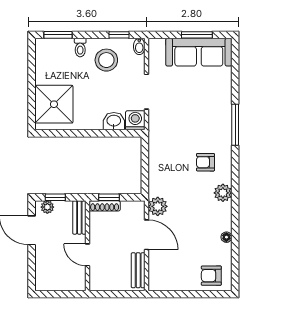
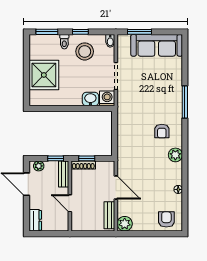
window: (119, 35) -> (80, 32), moved
window: (197, 35) -> (140, 32), moved
shower: (54, 104) -> (44, 75), moved
armchair: (205, 162) -> (162, 131), turned -90
window: (55, 197) -> (56, 158), moved
plant: (158, 206) -> (125, 224), moved
armchair: (211, 276) -> (166, 219), turned 90
dresser: (43, 277) -> (35, 220), added

